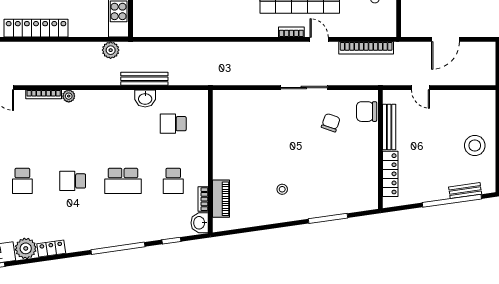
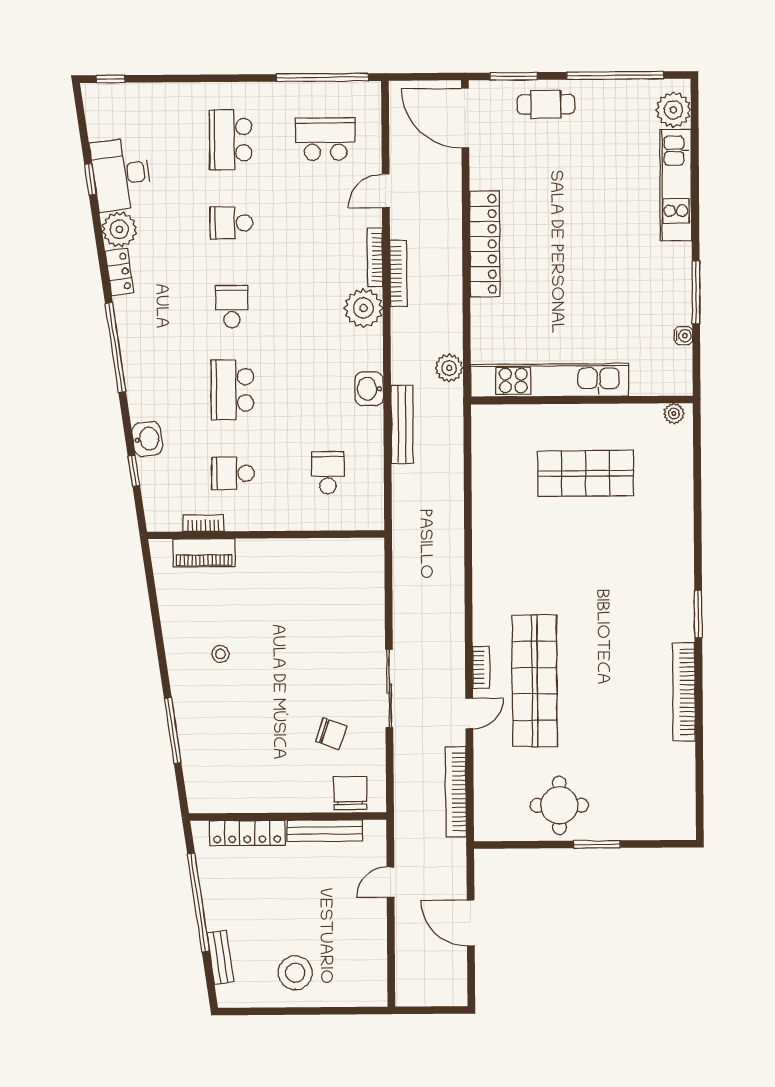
bookcase: (53, 80) -> (398, 273), added
plant: (69, 96) -> (363, 308), width x1.88, depth x1.88
washbasin: (145, 98) -> (369, 389), moved
window: (452, 201) -> (198, 902), moved
washbasin: (200, 223) -> (147, 439), moved, turned 82
window: (118, 248) -> (116, 347), moved

